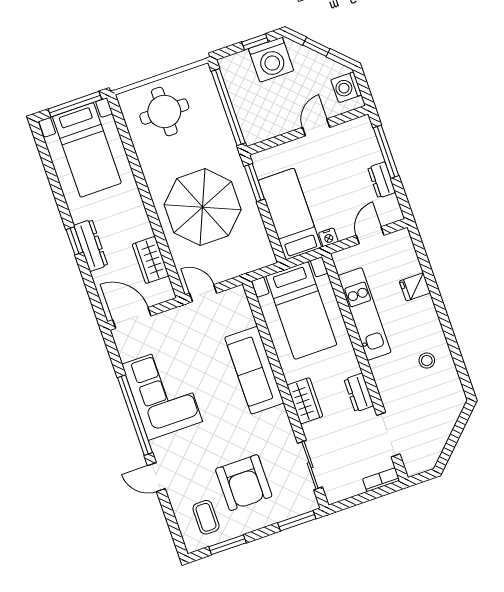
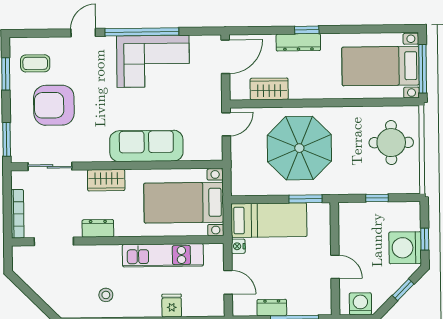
window: (228, 107) -> (377, 198), width x0.32
bookcase: (381, 480) -> (17, 214), width x1.56

